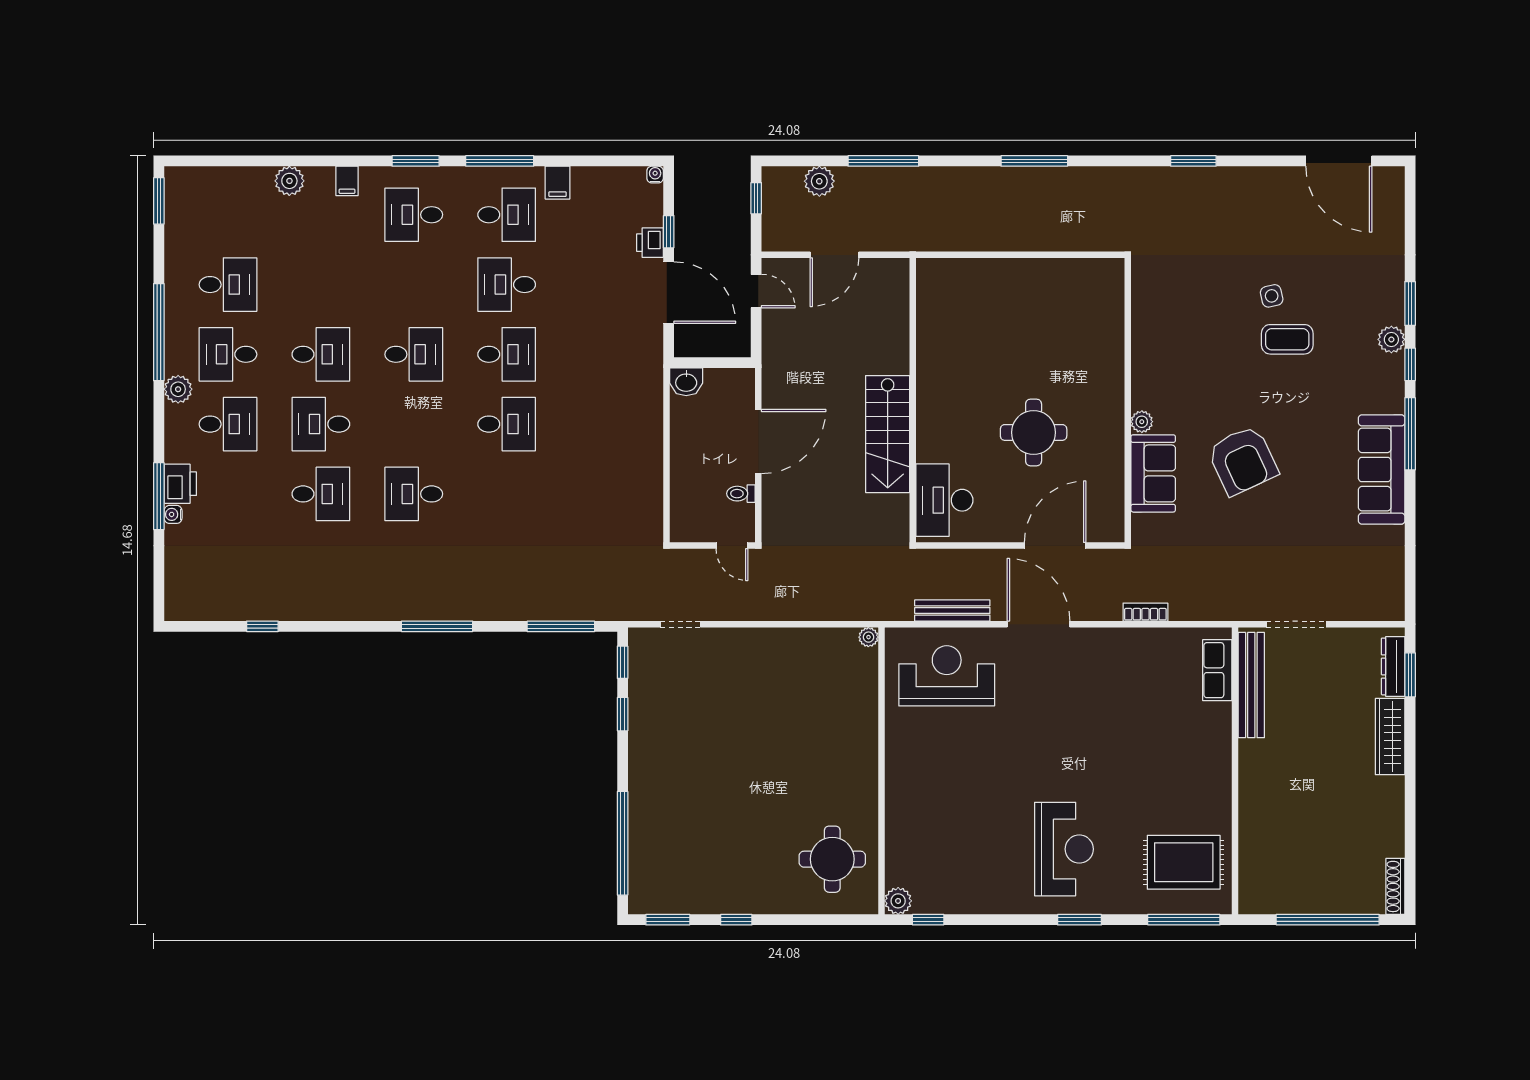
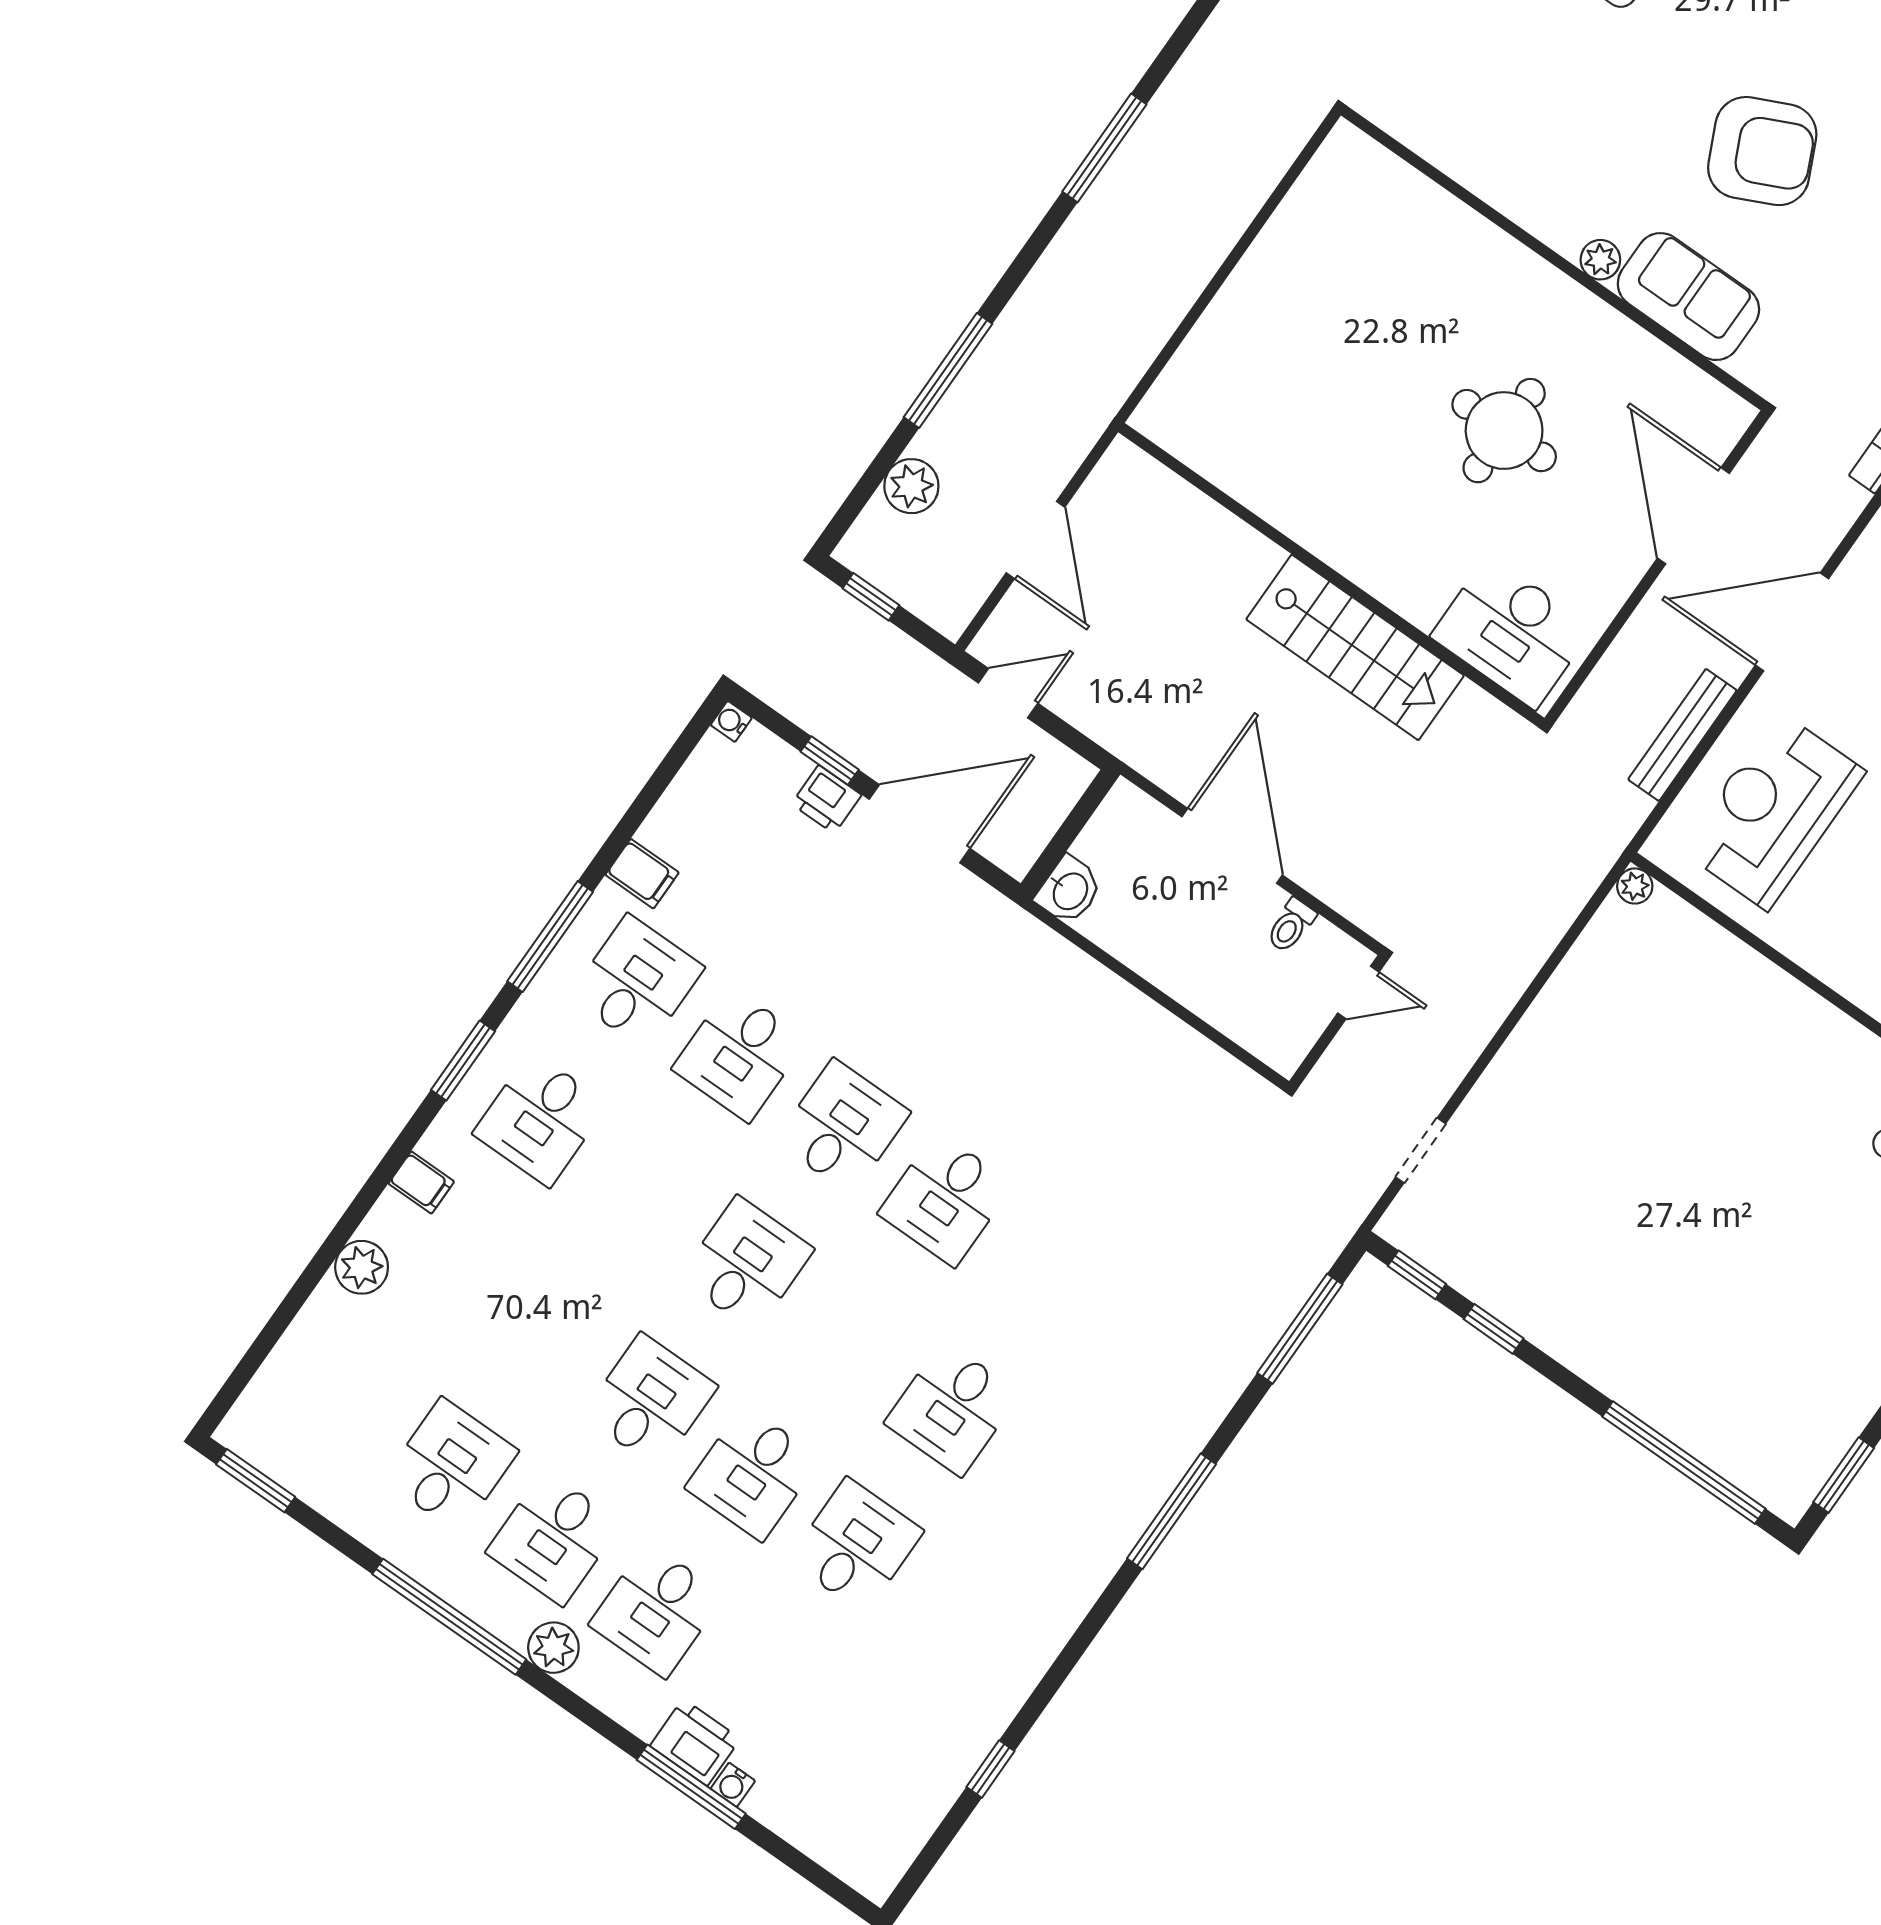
desk: (228, 424) -> (657, 1610), turned 180
desk: (507, 424) -> (946, 1199), turned 180

